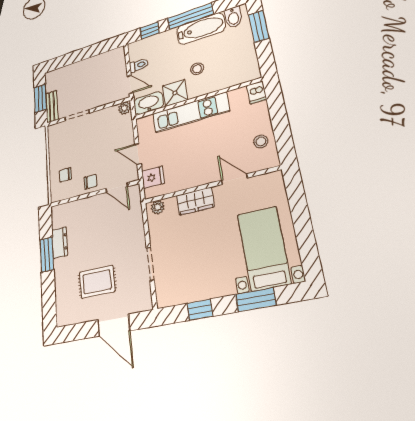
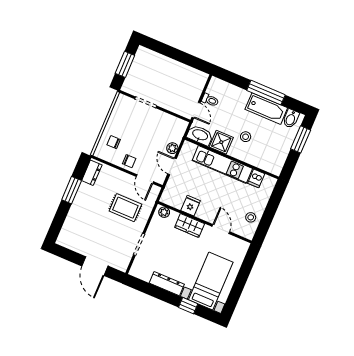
window: (150, 31) -> (233, 79), removed
dishwasher: (257, 92) -> (256, 178), moved
bench: (52, 106) -> (131, 79), removed
plant: (125, 108) -> (172, 148), moved
fridge: (153, 177) -> (191, 206), moved, turned -90
dresser: (60, 243) -> (92, 173), moved
rug: (97, 282) -> (125, 208), moved
dresser: (211, 289) -> (167, 284), added
window: (256, 300) -> (188, 306), width x0.67
window: (200, 310) -> (153, 291), removed

